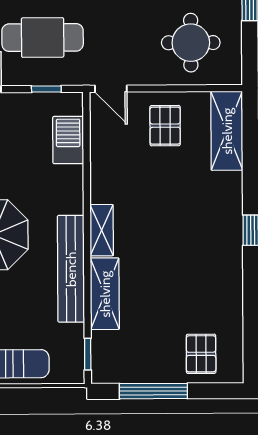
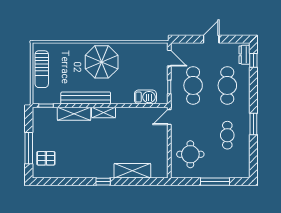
pallet: (165, 126) -> (152, 142), removed
shelving: (227, 131) -> (132, 171), moved
window: (153, 391) -> (29, 148), moved

